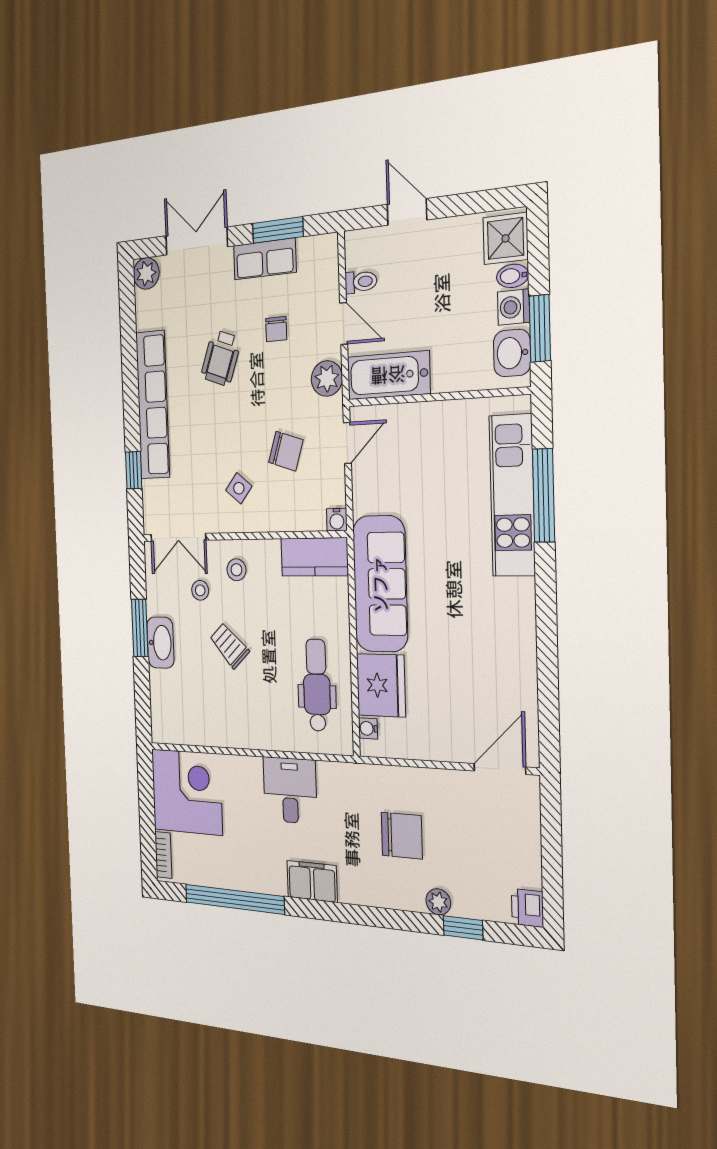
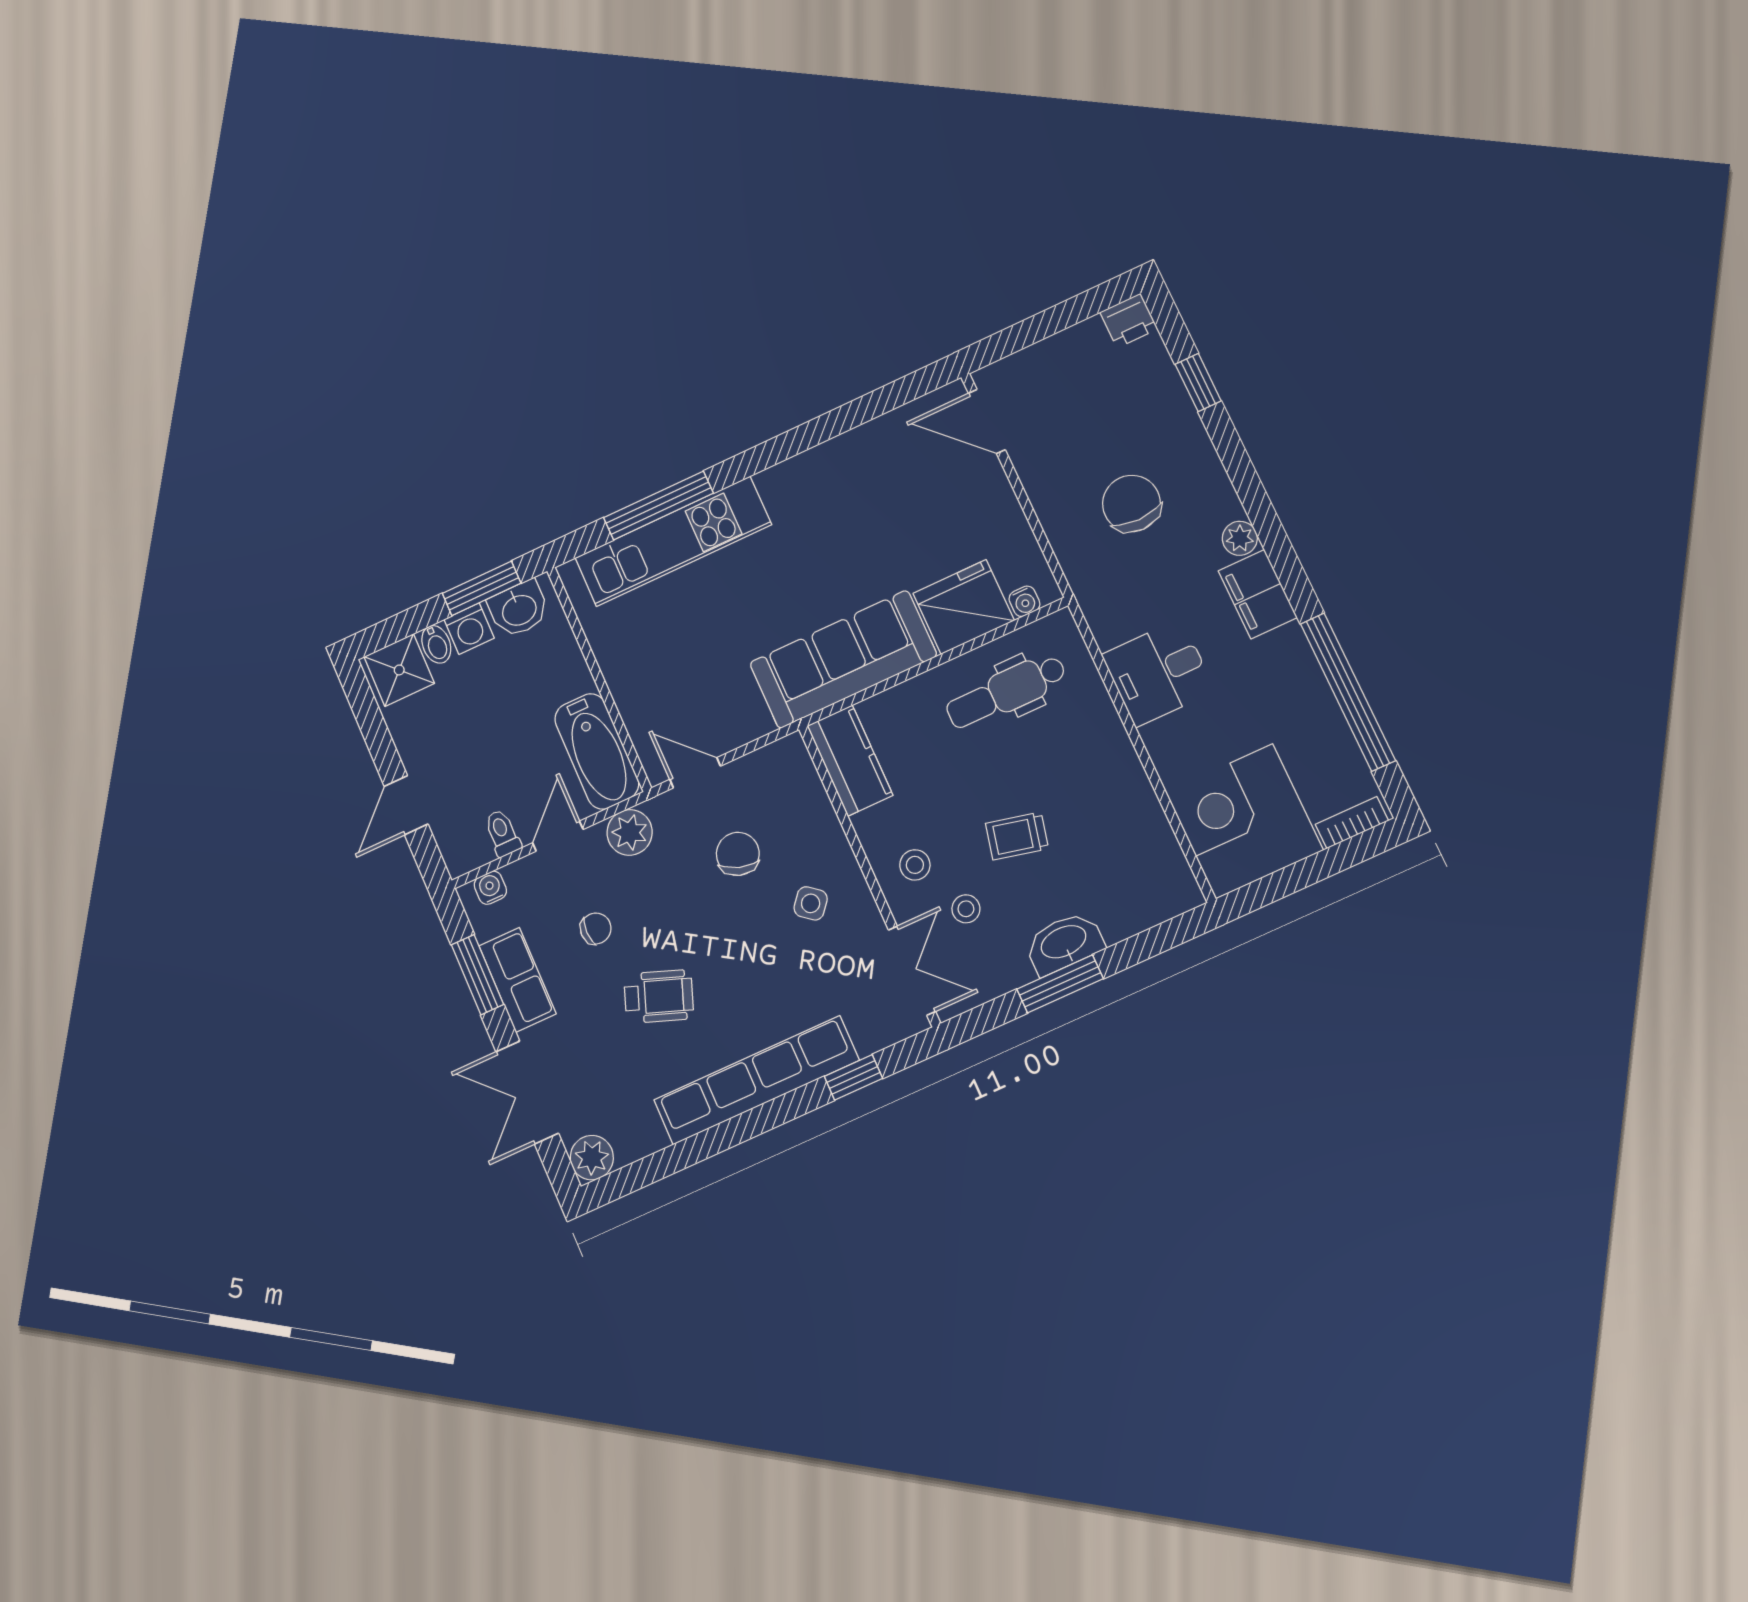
water cooler: (337, 520) -> (490, 888), moved, turned -90
trolley: (229, 645) -> (1017, 836), turned 57
plant: (438, 902) -> (1240, 538), moved

